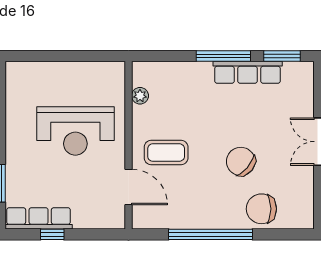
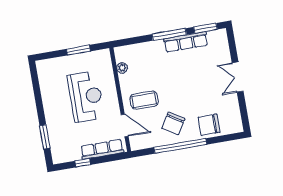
window: (76, 56) -> (78, 50), added
reception desk: (75, 131) -> (86, 97), turned -90
chair: (241, 161) -> (173, 123), moved, turned -98
row of seats: (39, 218) -> (102, 149), moved

